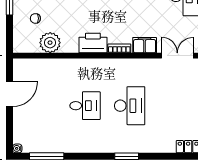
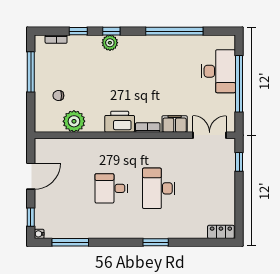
desk: (85, 106) -> (111, 188), turned 180
desk: (130, 106) -> (159, 188), turned 180
window: (9, 133) -> (31, 217), added

